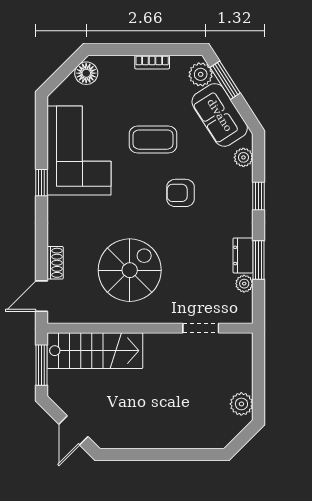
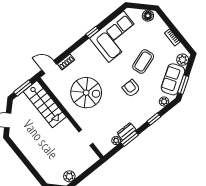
window: (225, 80) -> (183, 85), moved
coffee table: (153, 140) -> (143, 61), turned 71

